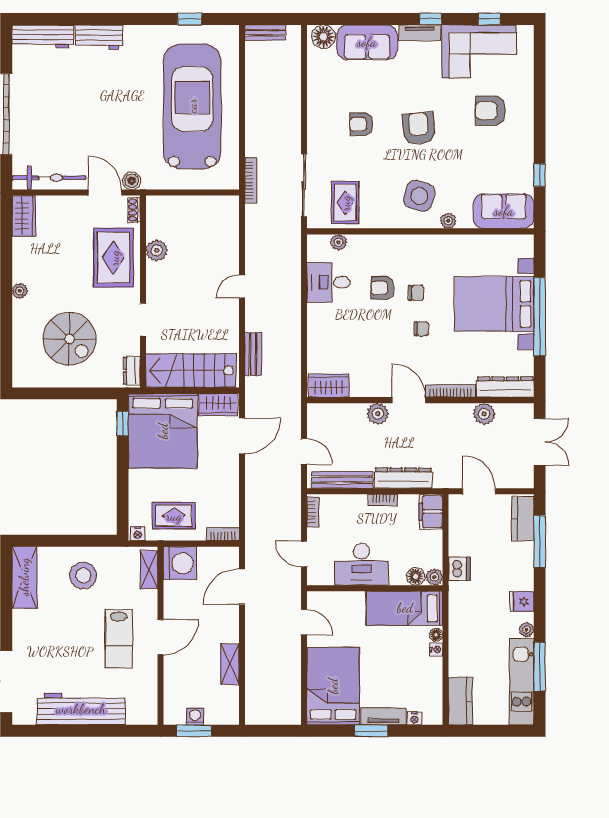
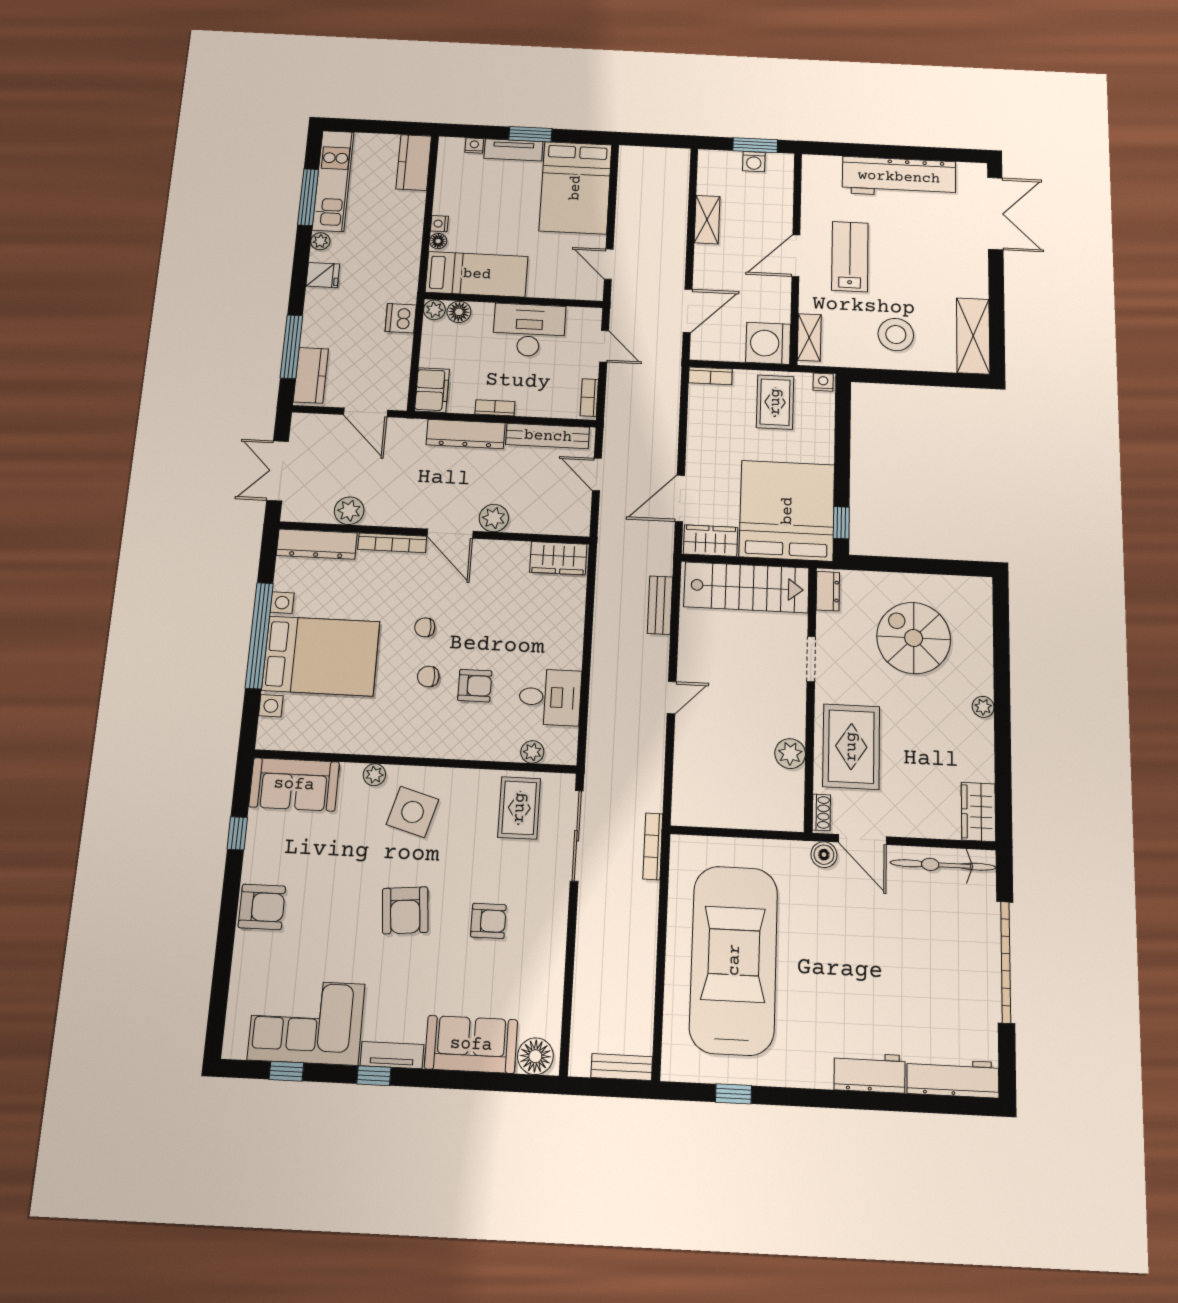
car: (192, 106) -> (734, 960), turned 180
armchair: (490, 111) -> (262, 907), moved
rug: (174, 516) -> (775, 402), turned 90

